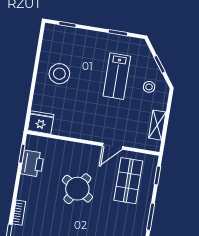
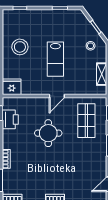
lab bench: (117, 76) -> (55, 59), moved
door: (113, 146) -> (57, 96), moved
round table: (77, 189) -> (48, 133), turned -31

